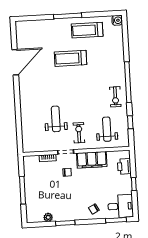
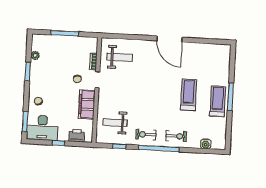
water cooler: (117, 20) -> (206, 144), moved
treadmill: (87, 30) -> (218, 101), moved
door: (15, 62) -> (169, 39), moved
weight bench: (56, 119) -> (120, 57), moved
weight bench: (107, 129) -> (115, 123), turned 180
exercise bike: (79, 133) -> (176, 136), moved
desk: (121, 206) -> (42, 128), width x1.37

